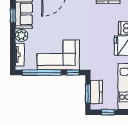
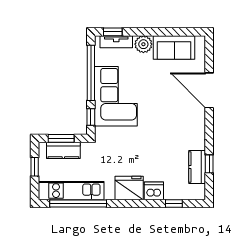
window: (13, 15) -> (113, 32), moved

